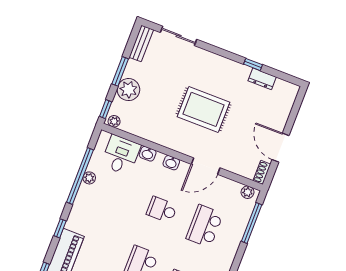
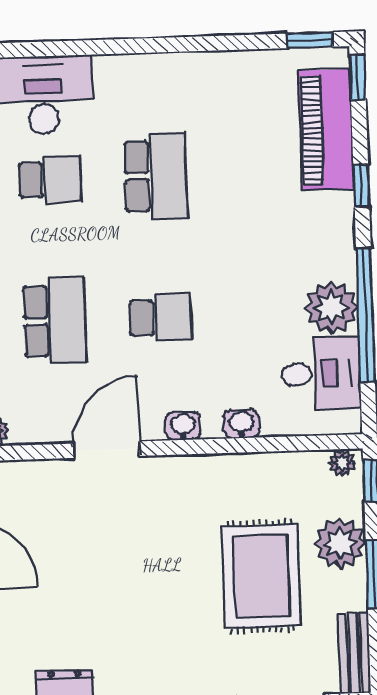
rug: (204, 109) -> (261, 576), moved, turned 90
desk: (121, 155) -> (321, 374), moved, turned -90
plant: (89, 178) -> (331, 307), width x1.88, depth x1.88

